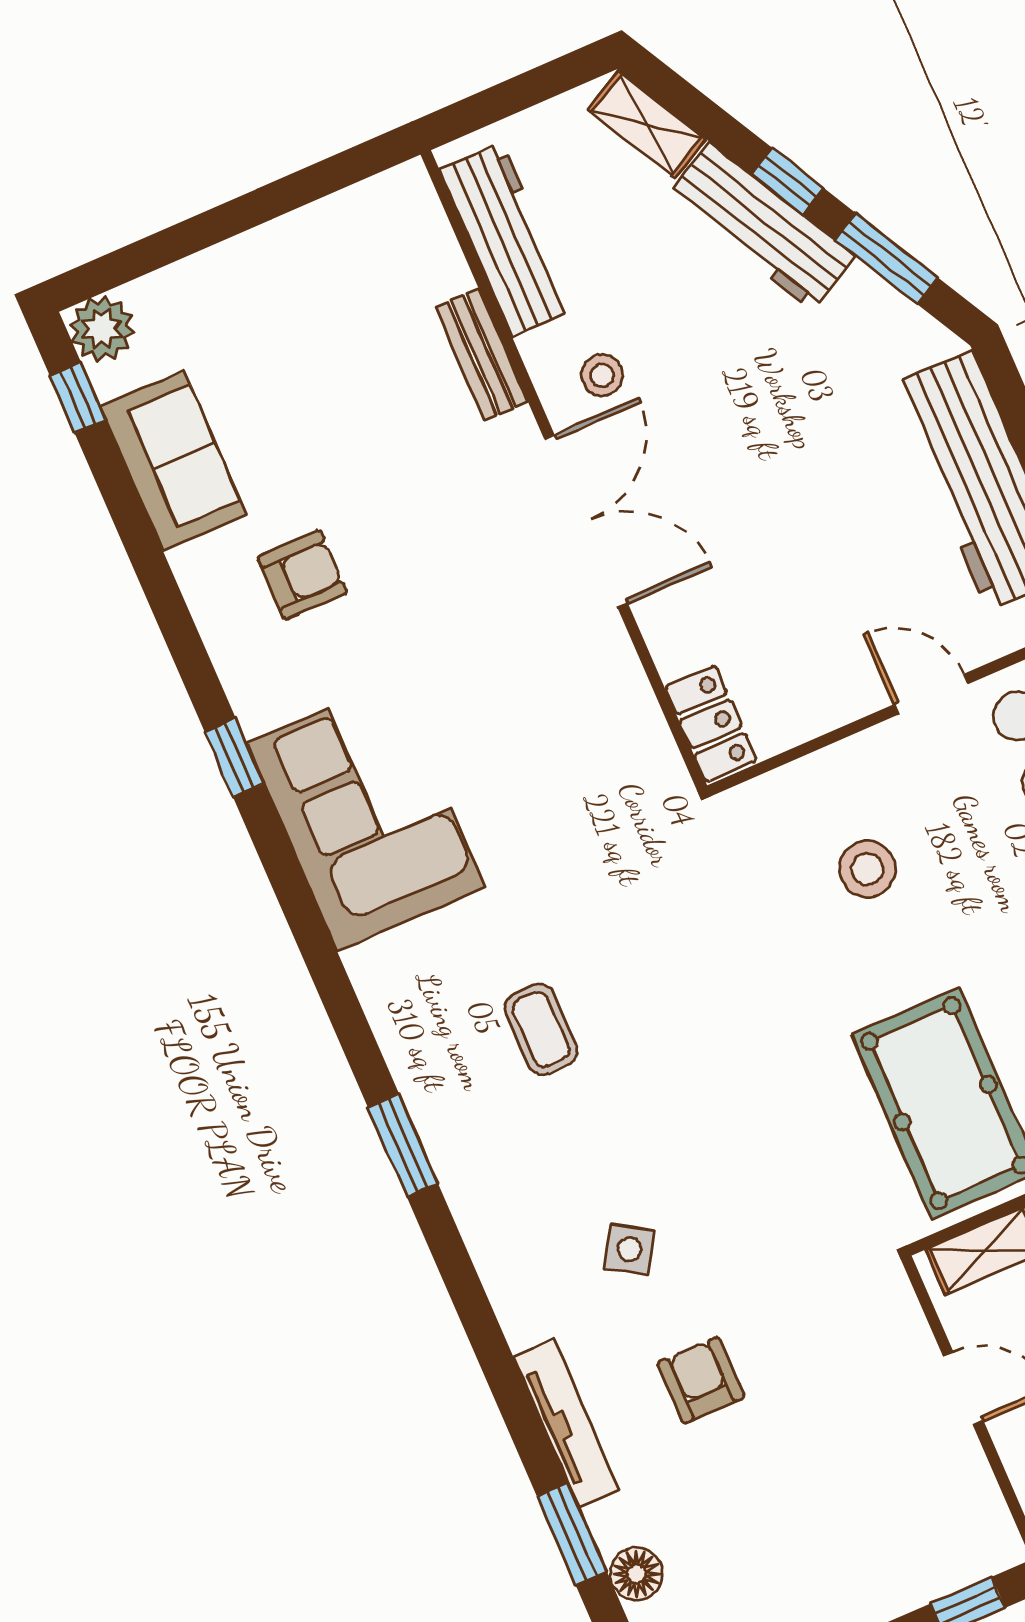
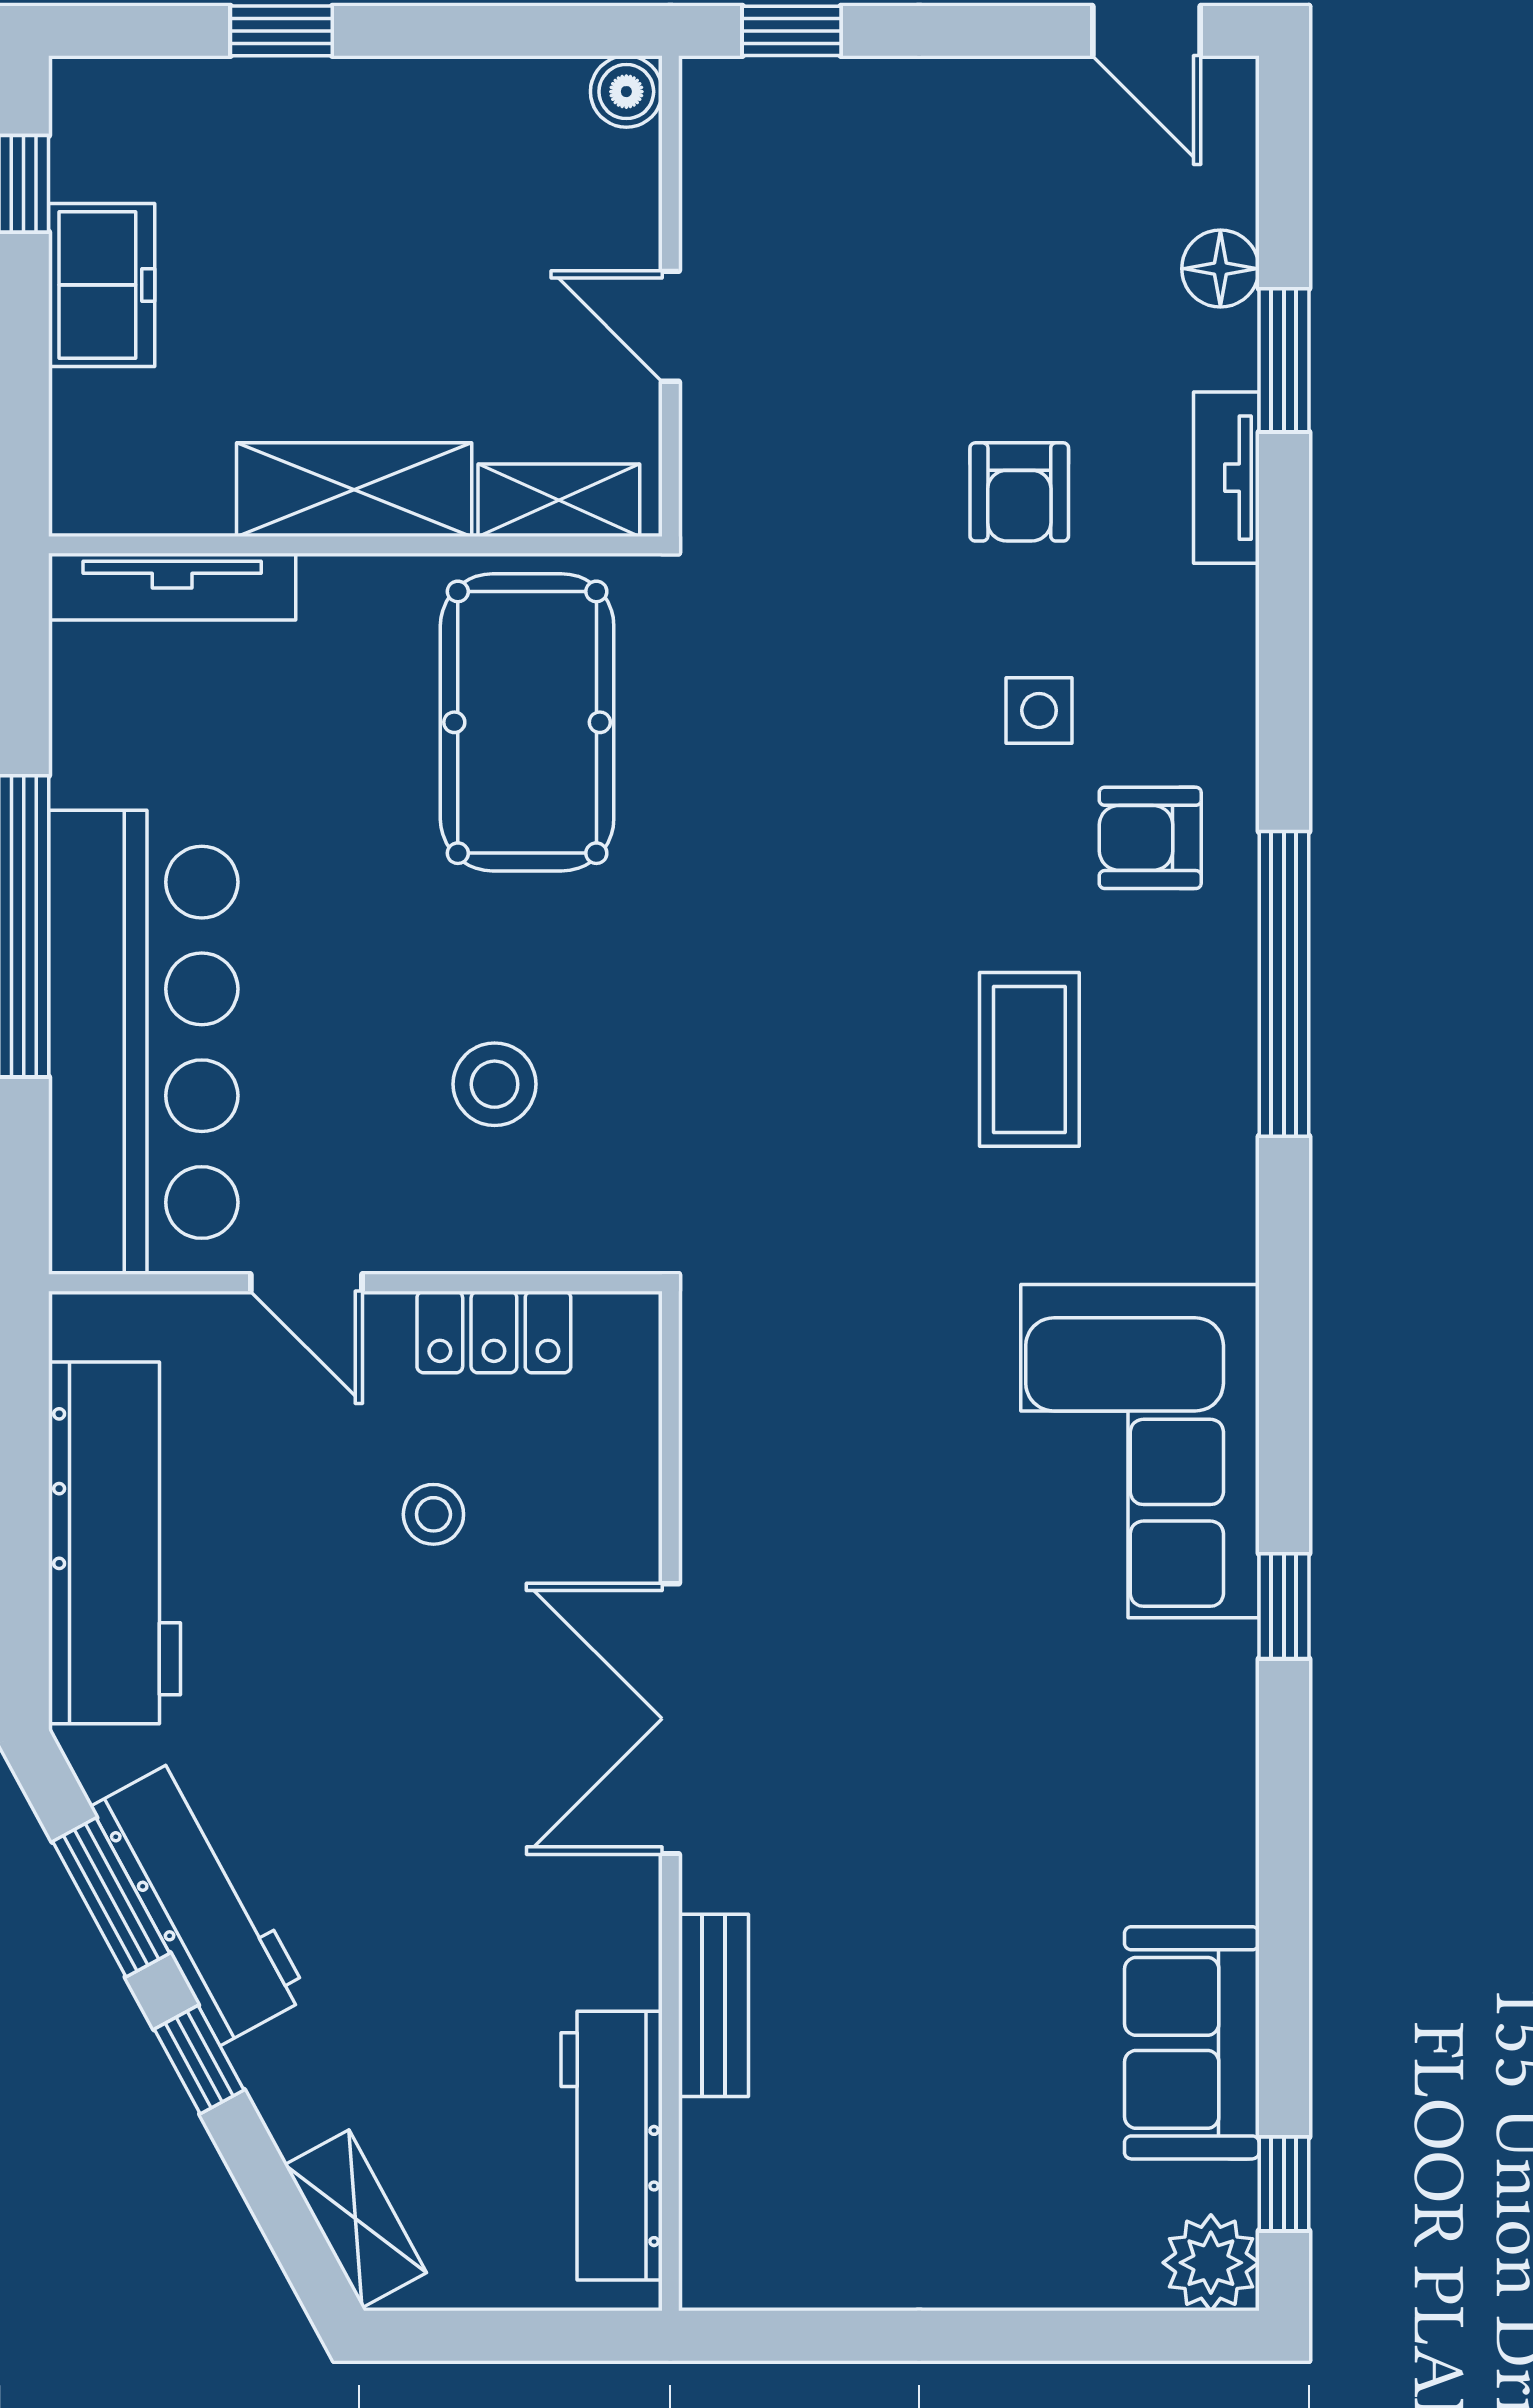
workbench: (761, 226) -> (200, 1902), moved
stool: (602, 375) -> (433, 1514), moved
armchair: (302, 575) -> (1150, 838), moved
locker: (711, 724) -> (494, 1332), moved, turned -90
coffee table: (541, 1029) -> (1029, 1059), width x1.36, depth x1.30
window: (403, 1145) -> (1284, 984), width x2.11
side table: (630, 1249) -> (1039, 710), turned -32
tv unit: (566, 1423) -> (1226, 478), width x0.71

